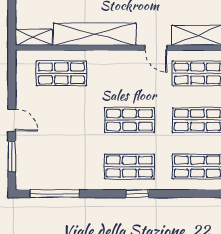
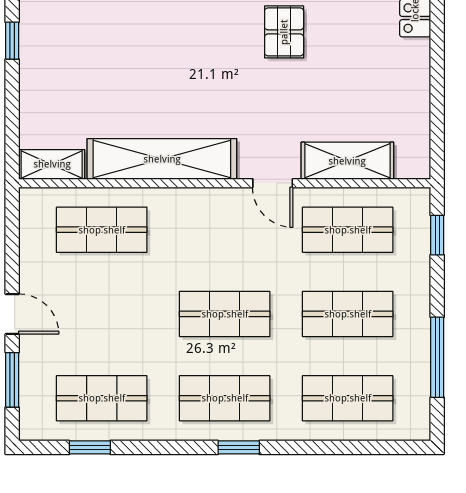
shop shelf: (61, 167) -> (102, 398), added
window: (55, 194) -> (90, 447), width x0.46

